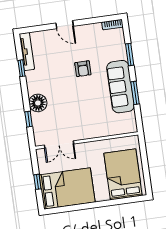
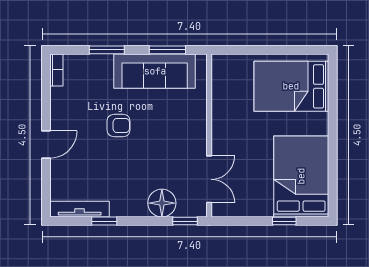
wall: (87, 141) -> (209, 135), moved
double door: (59, 145) -> (209, 179), moved

